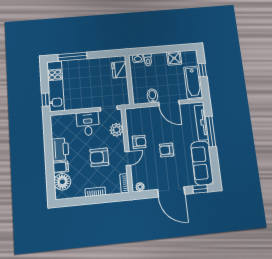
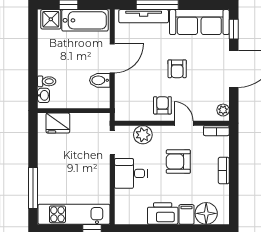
shower: (174, 58) -> (51, 19), moved
armchair: (99, 157) -> (178, 162), turned 90

